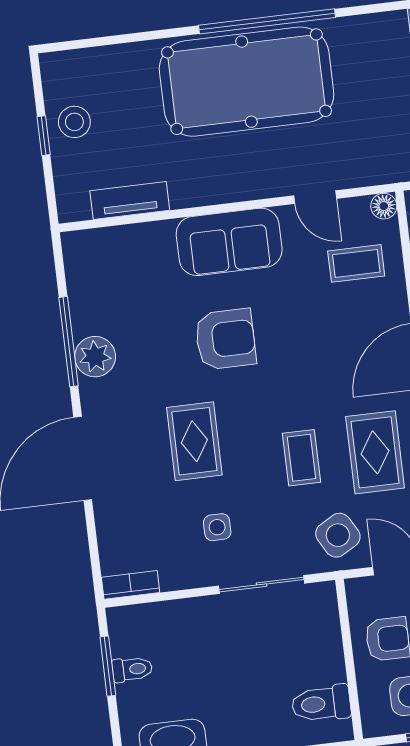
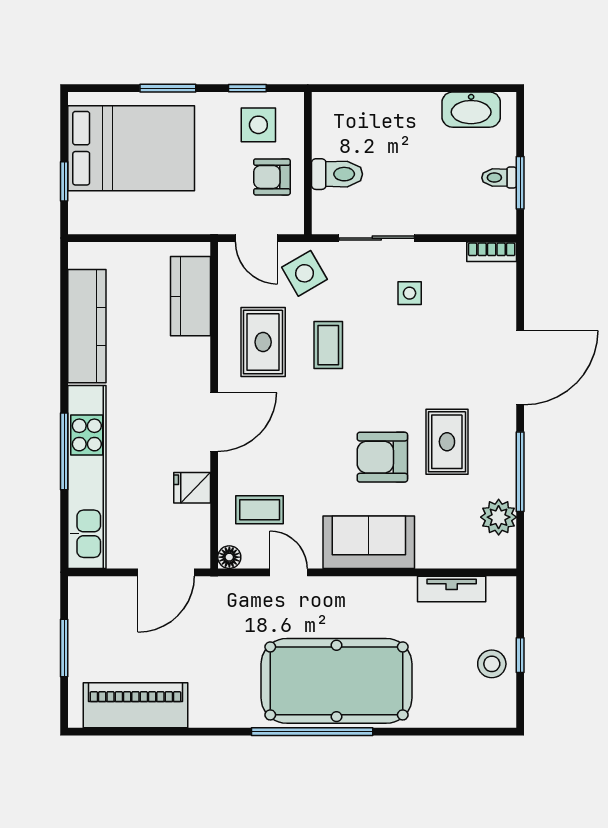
plant: (95, 357) -> (499, 517), moved
rug: (194, 441) -> (447, 442), moved
toilet: (321, 704) -> (337, 174), moved

